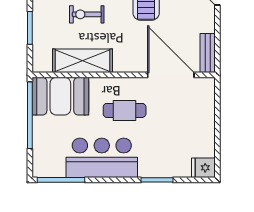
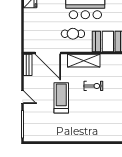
shelving: (83, 61) -> (84, 61), moved

